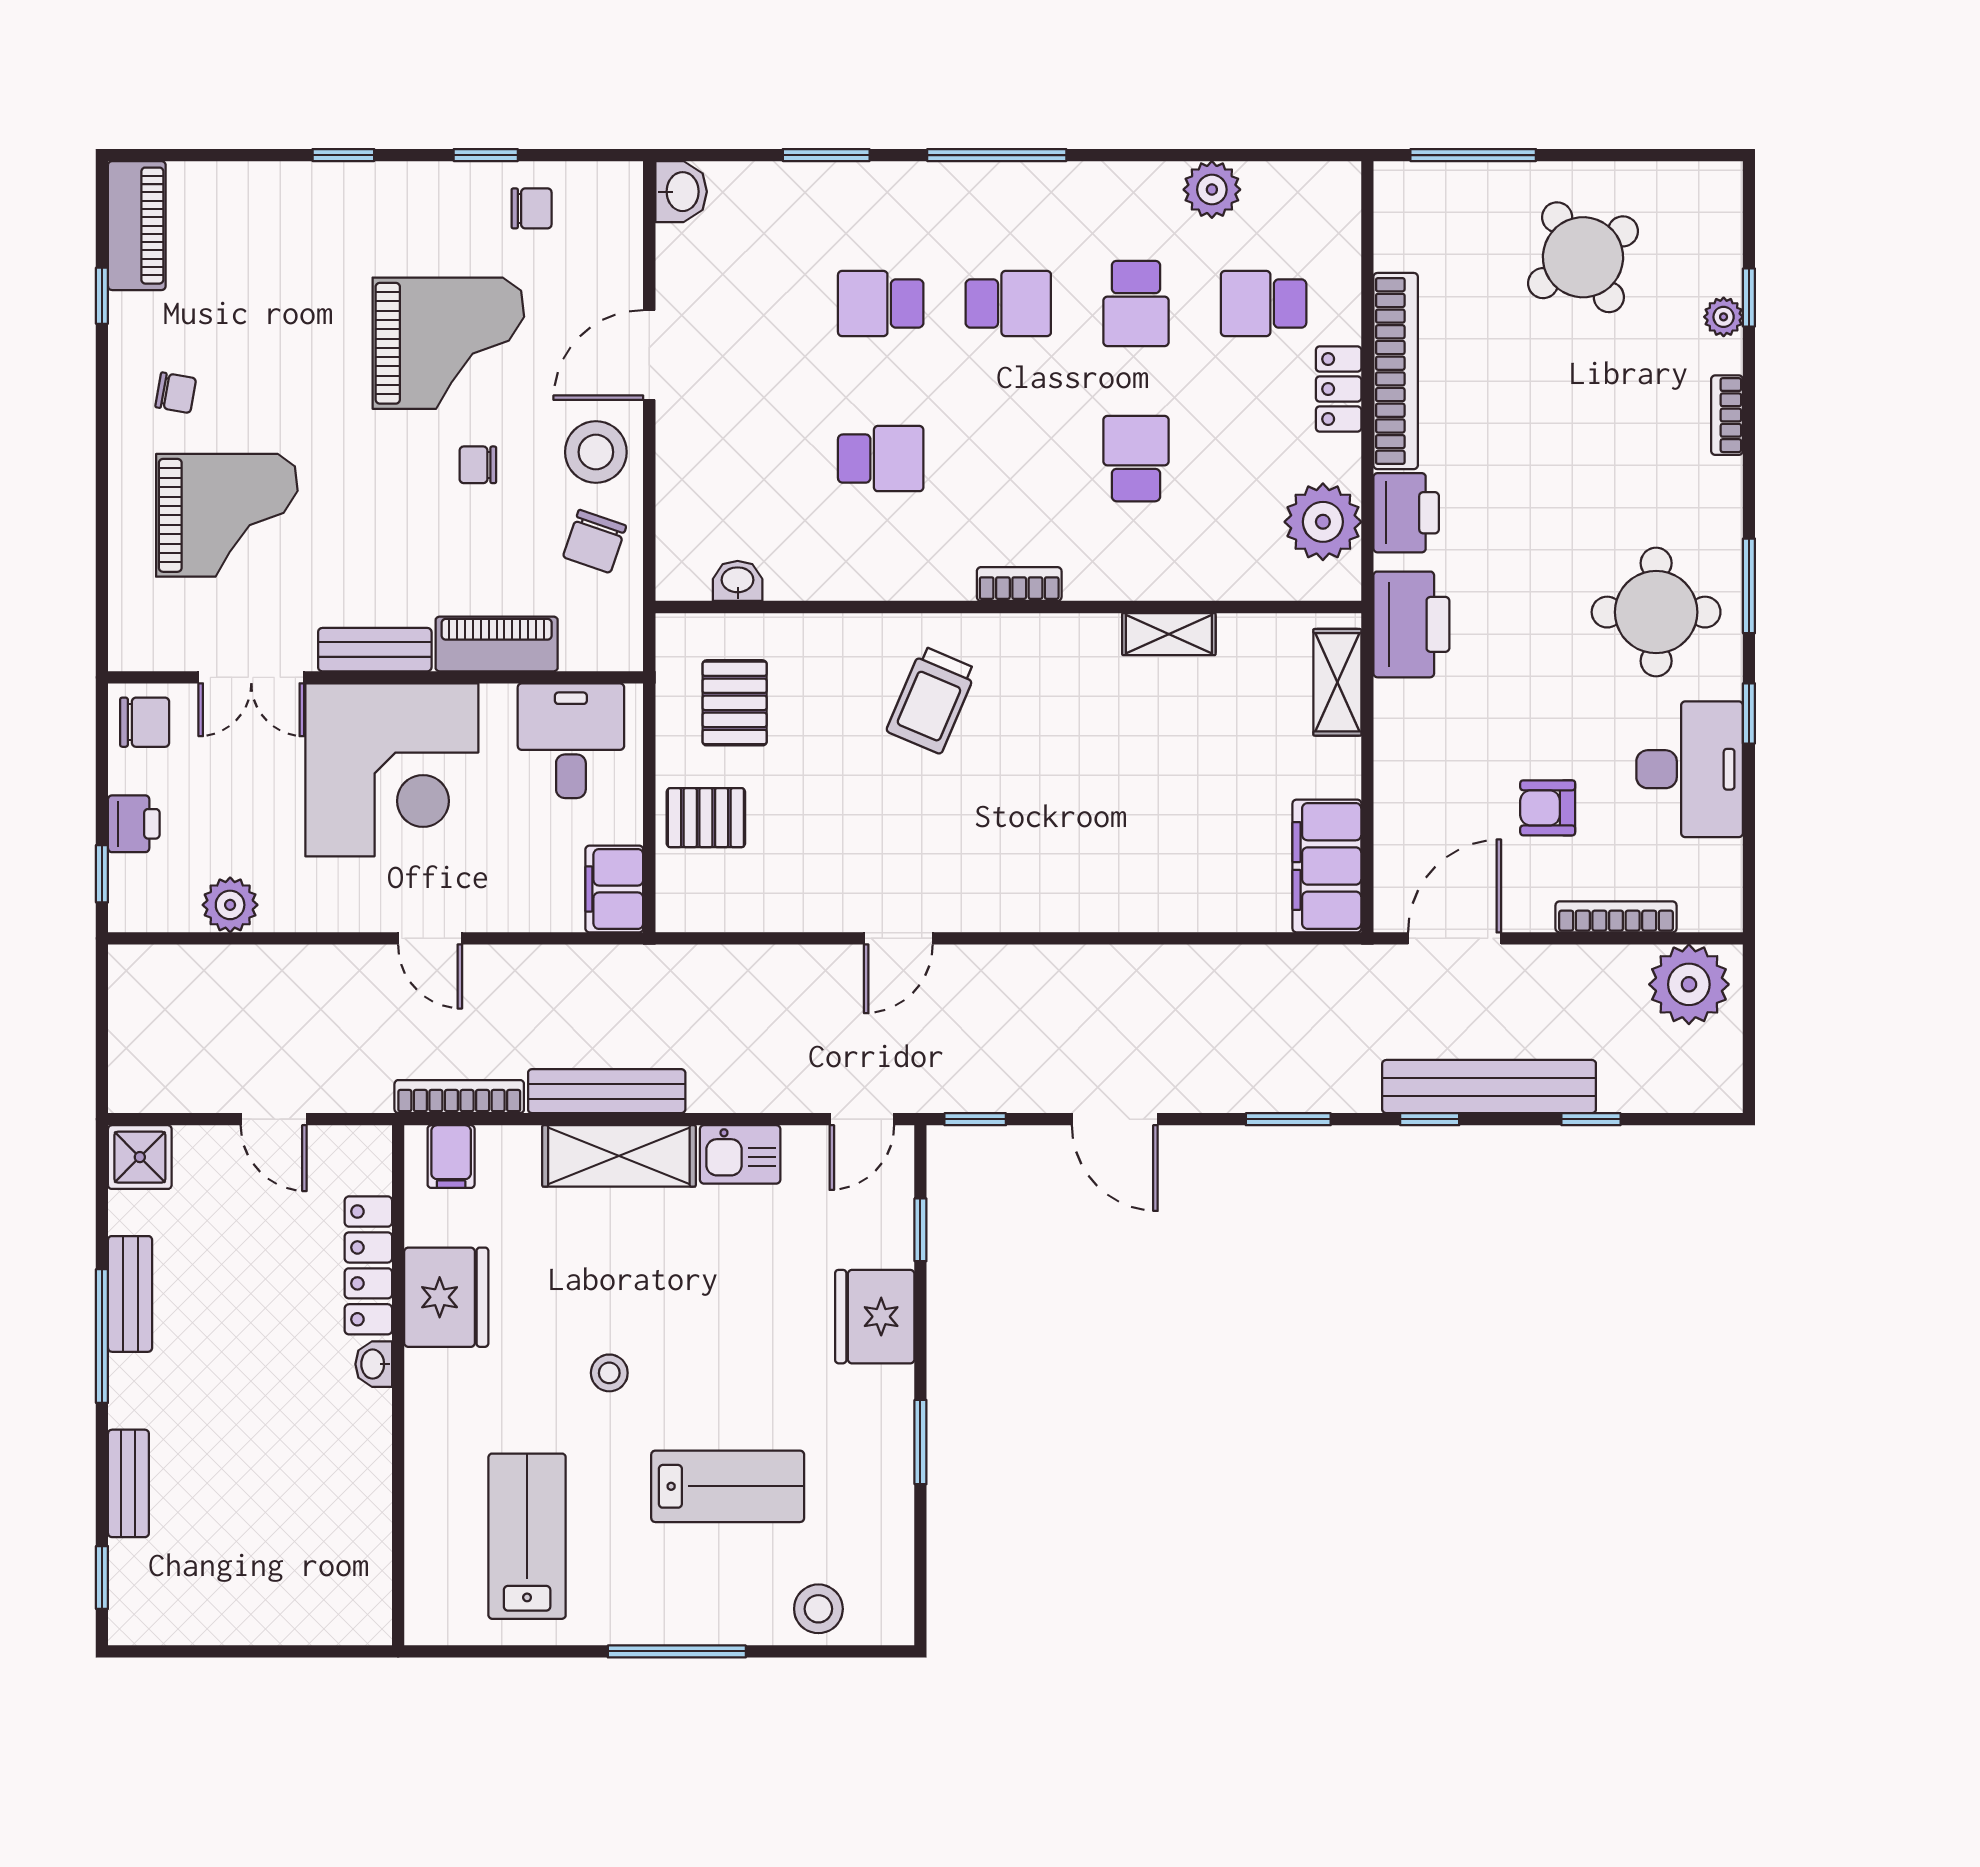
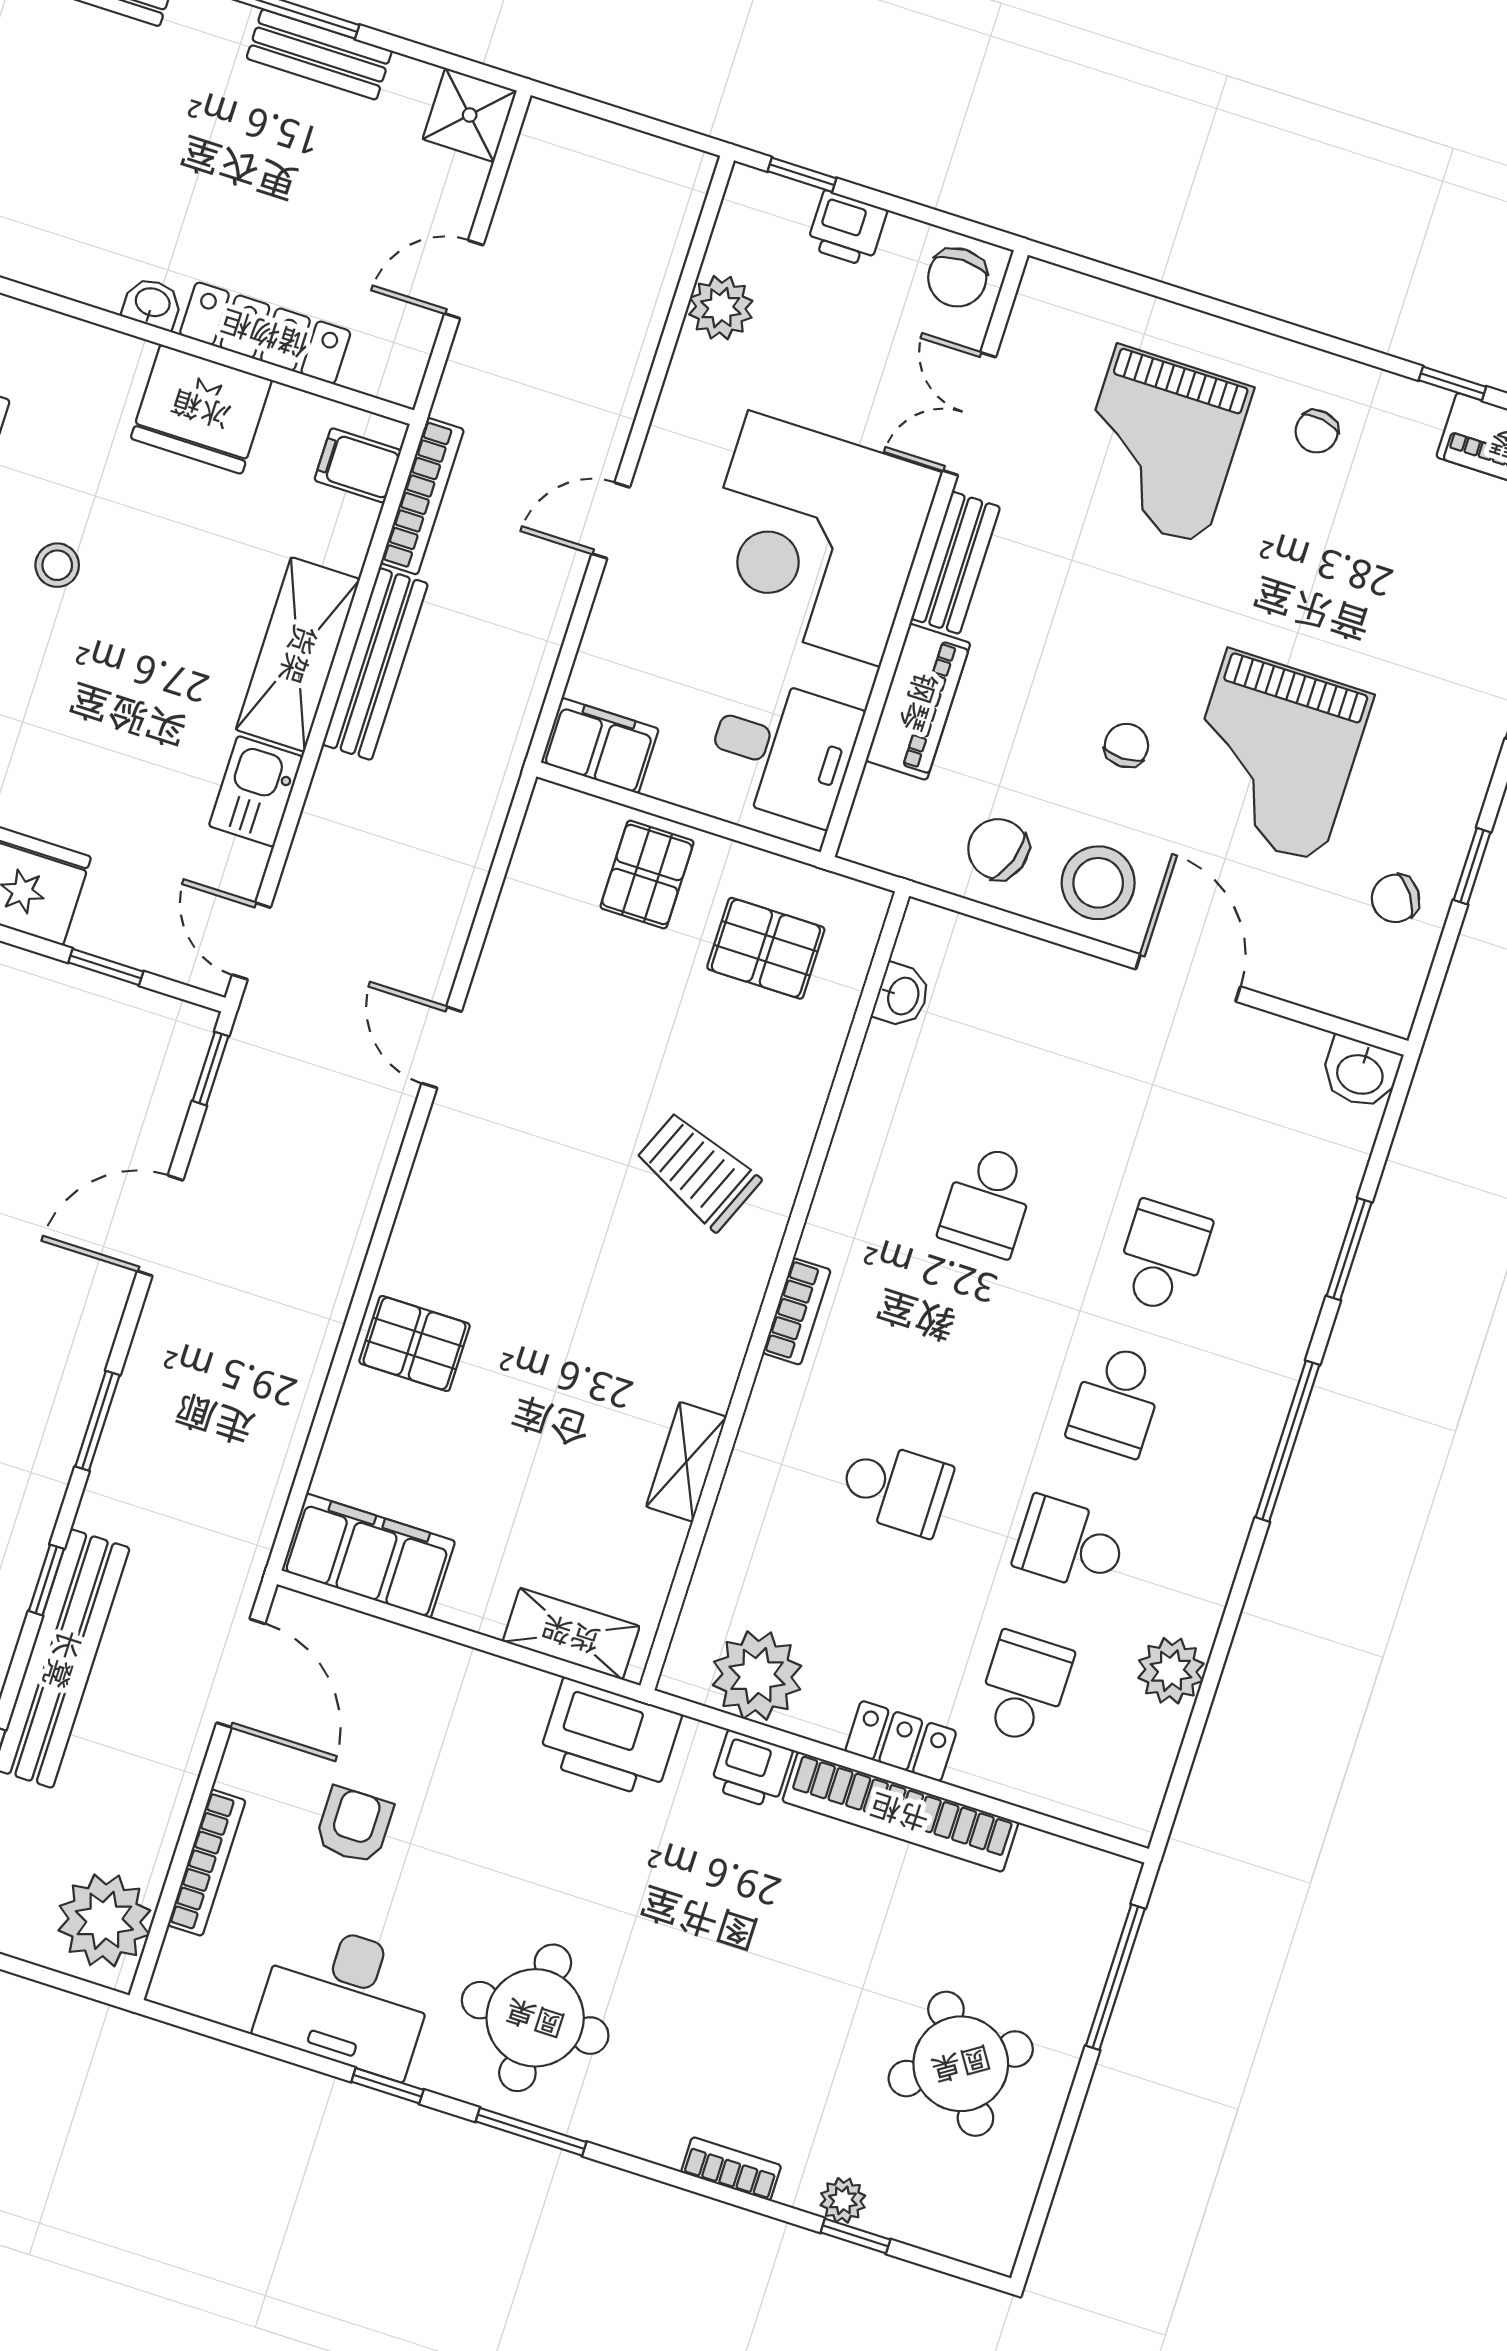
chair: (532, 208) -> (1395, 898), turned 55
printer: (1406, 513) -> (751, 1769), width x0.73, depth x0.81
pallet: (1144, 884) -> (415, 1343), added

